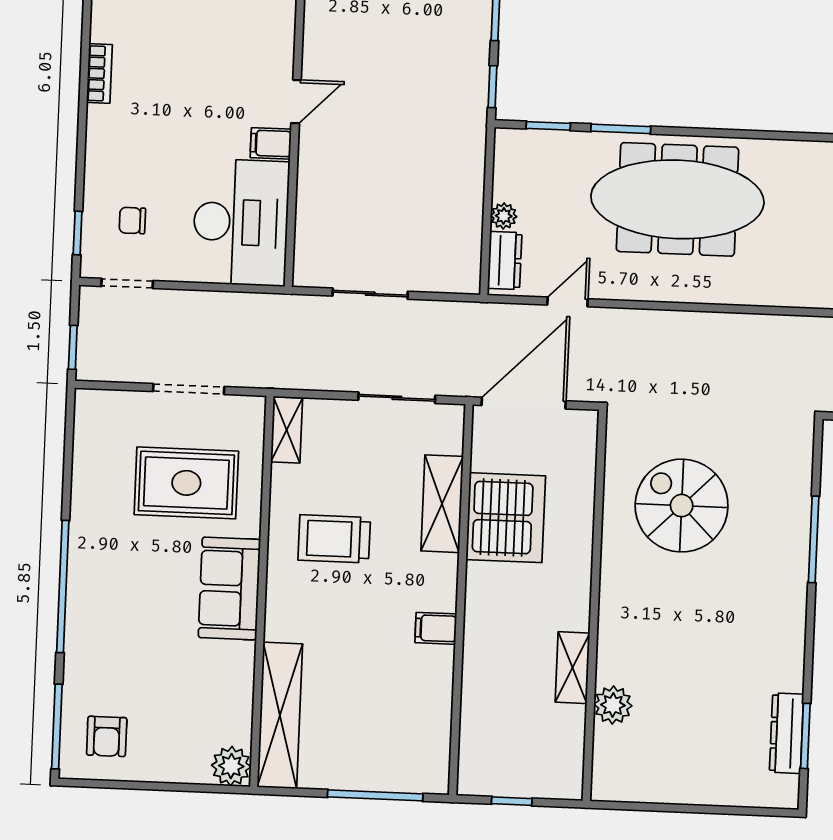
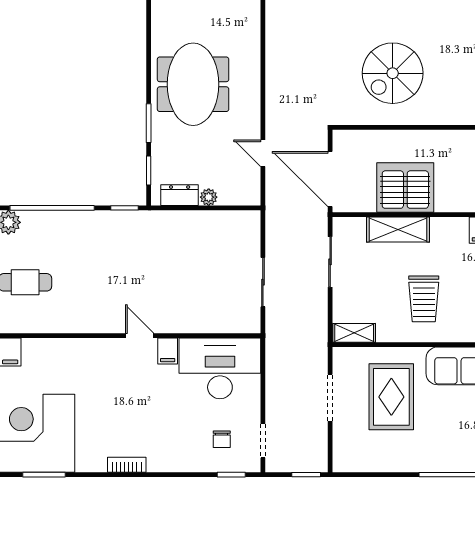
meeting table: (677, 199) -> (193, 84), width x0.73
dresser: (505, 260) -> (180, 195), moved

